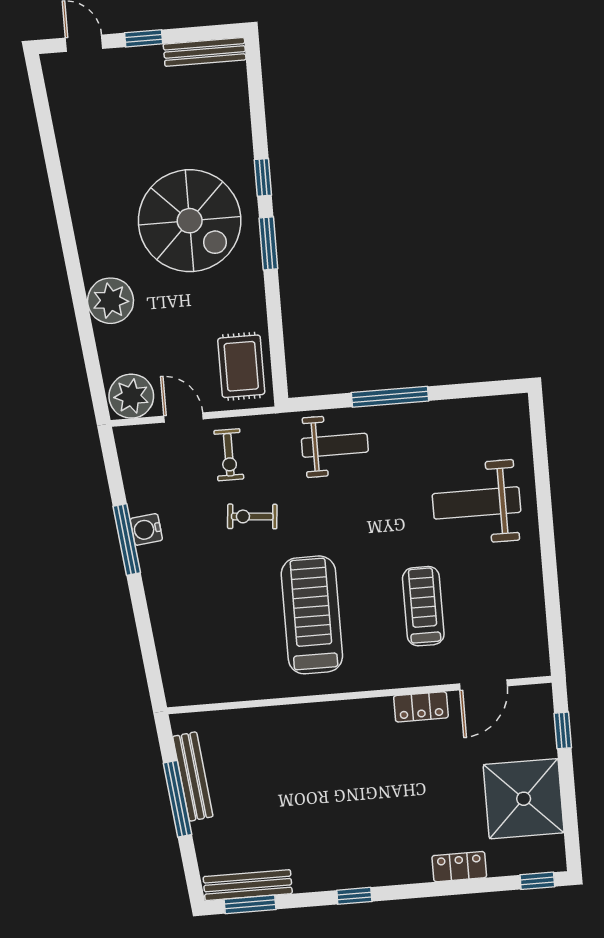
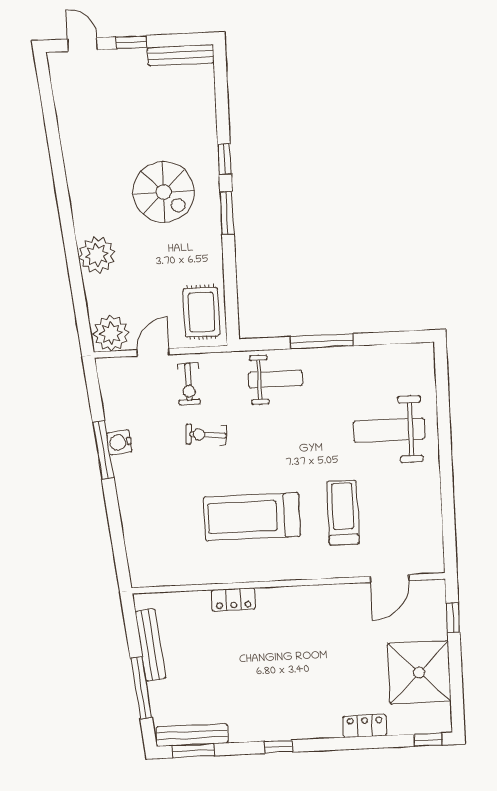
spiral stairs: (190, 221) -> (164, 192), width x0.73, depth x0.73
door: (184, 418) -> (153, 352), hinge flipped
treadmill: (312, 615) -> (252, 517), turned -90
locker: (421, 707) -> (233, 600), moved
window: (177, 799) -> (141, 688), moved

